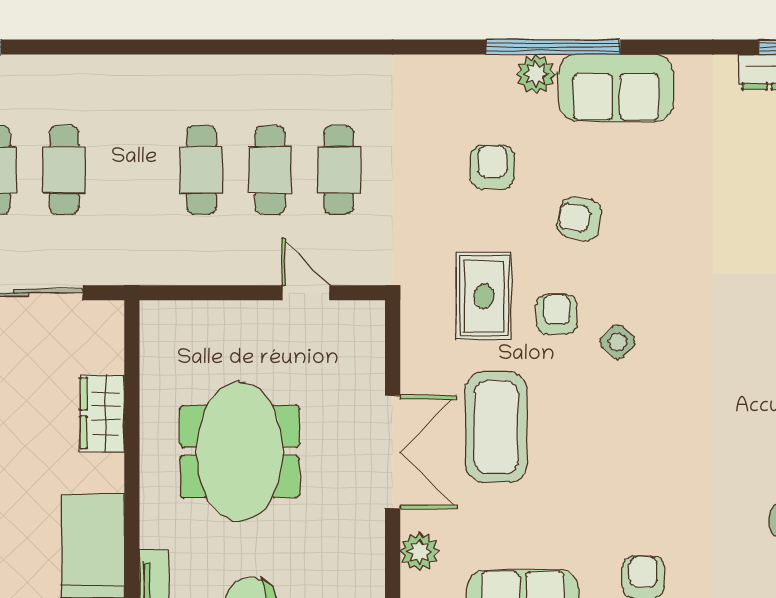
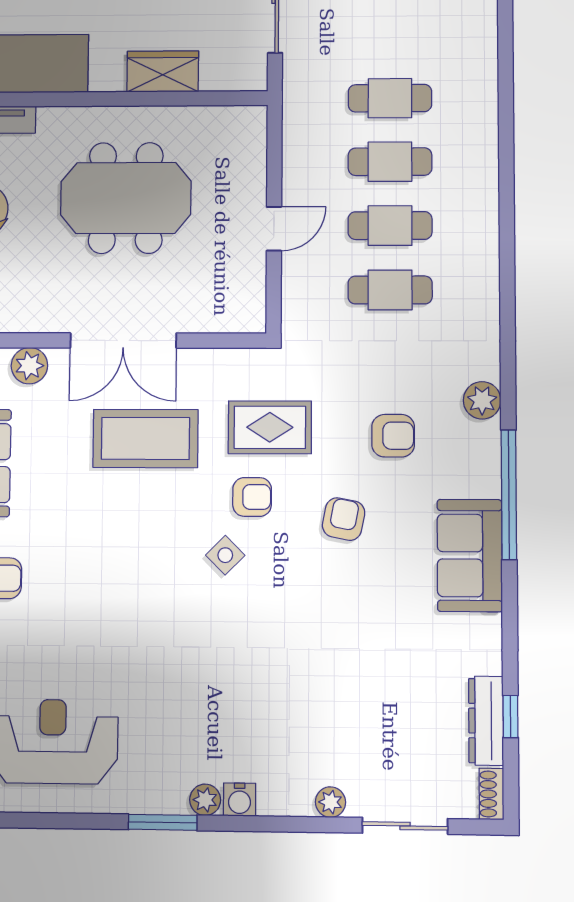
plant: (536, 74) -> (482, 400), moved
cafe table: (64, 170) -> (390, 98), moved
door: (306, 293) -> (274, 229), moved

